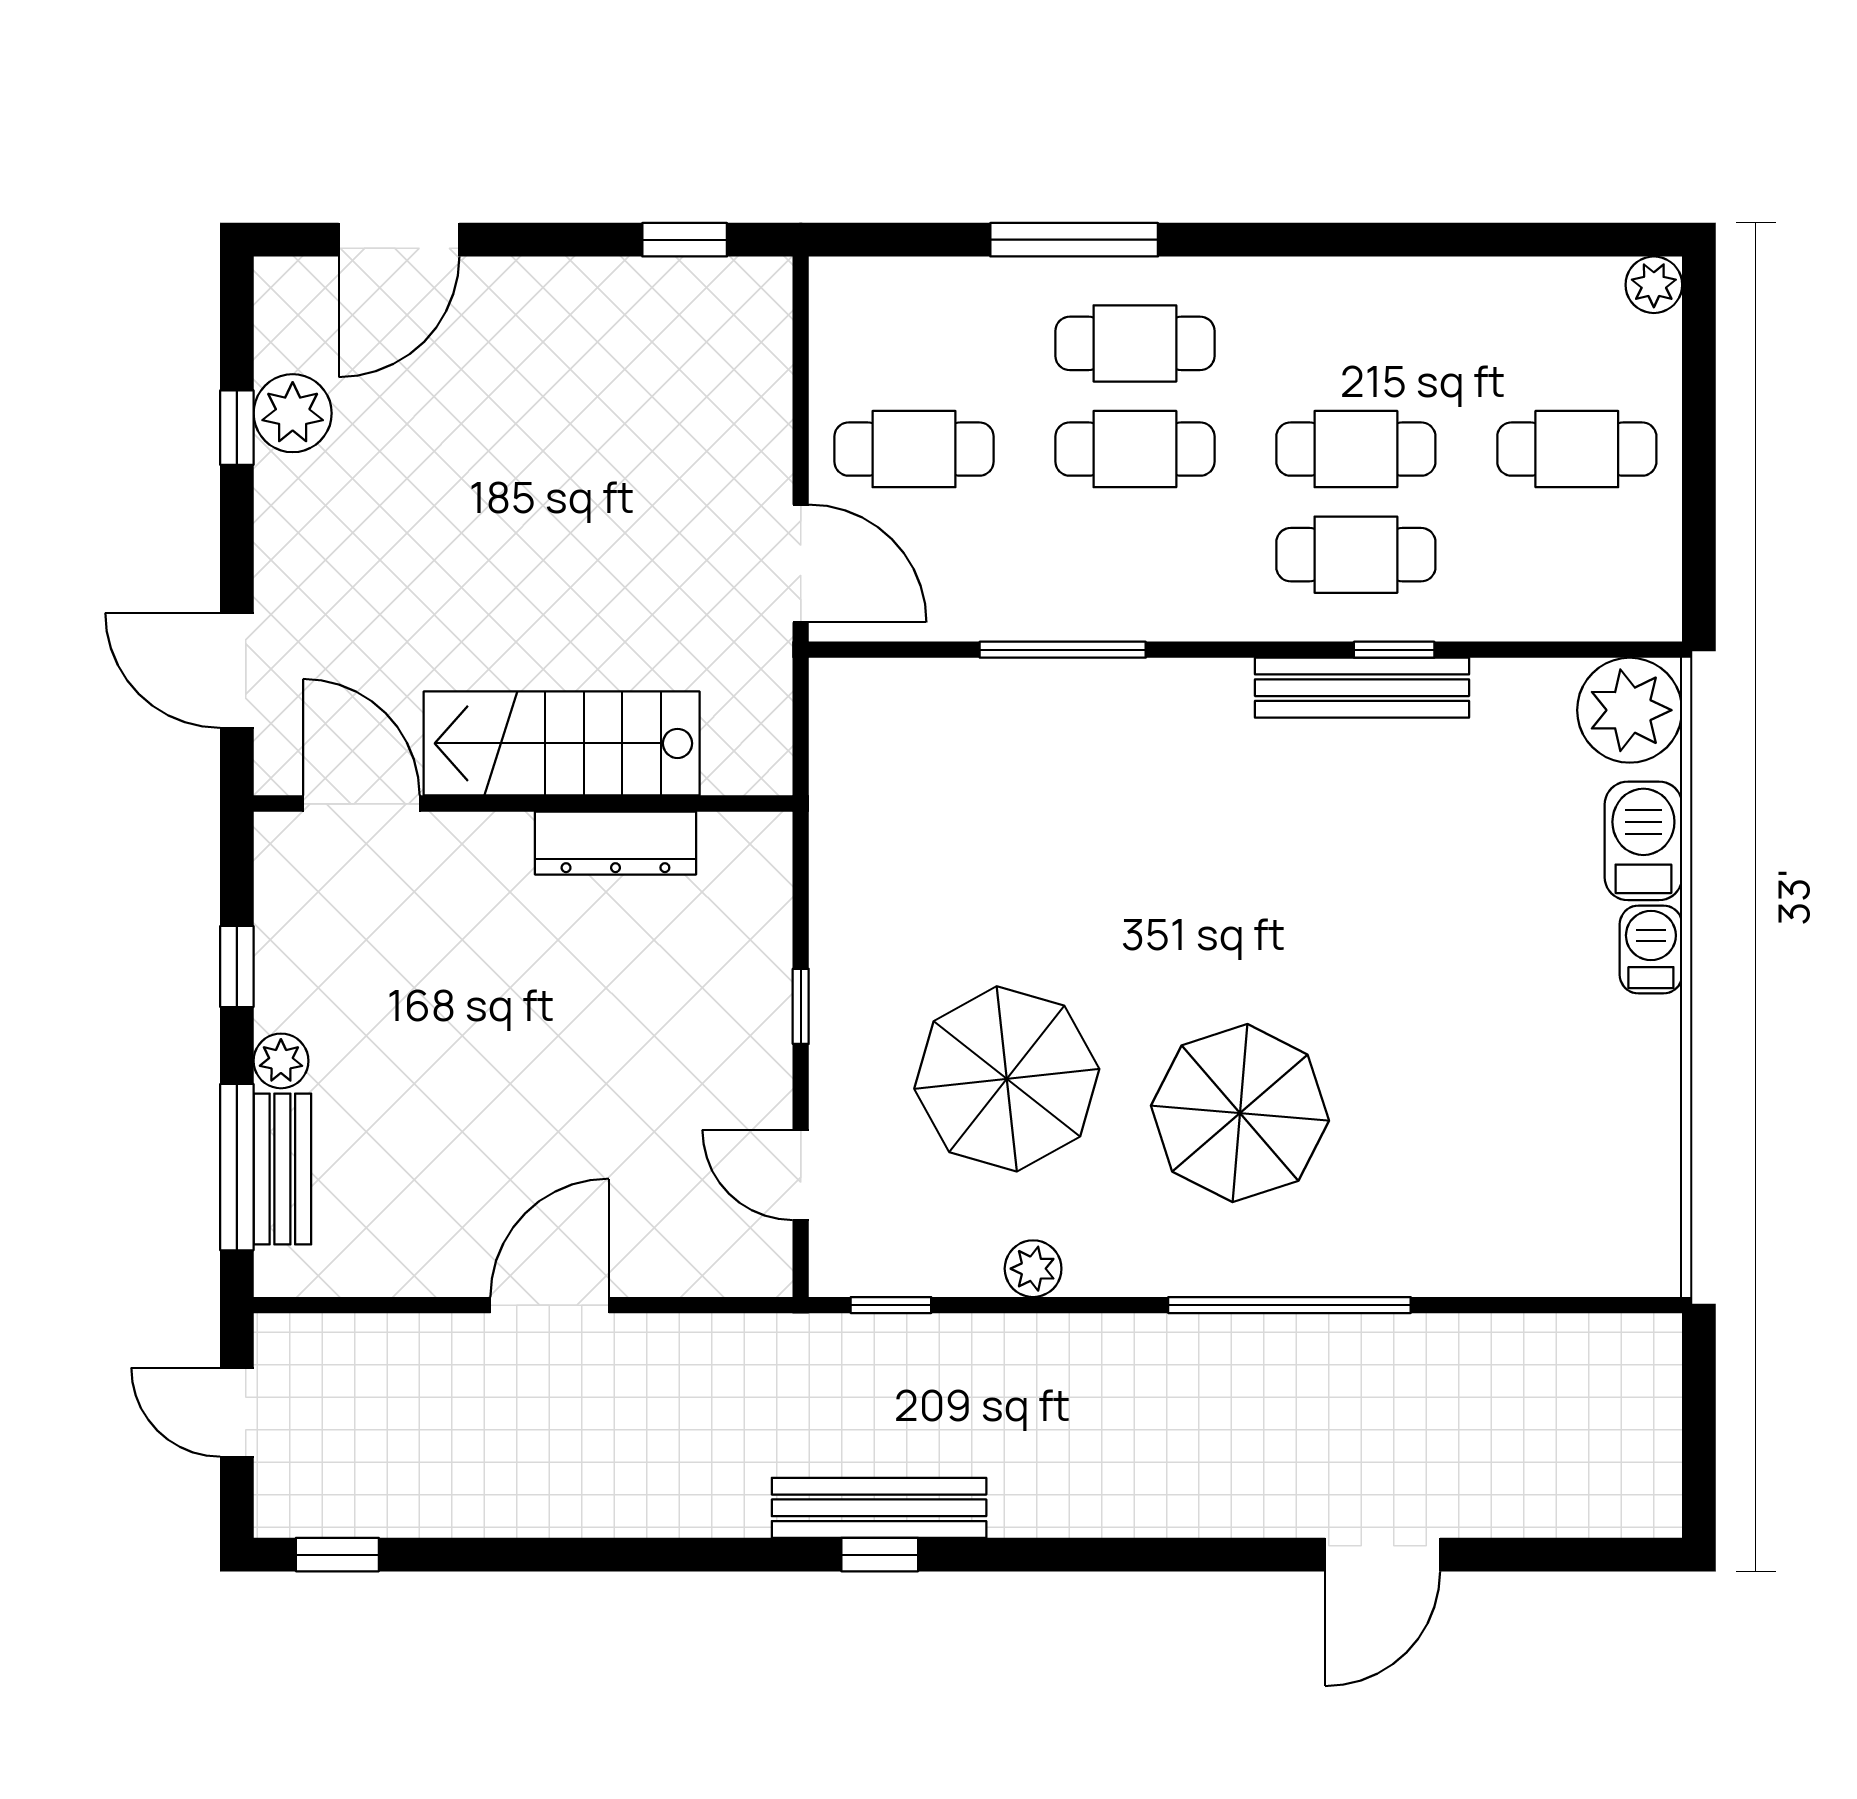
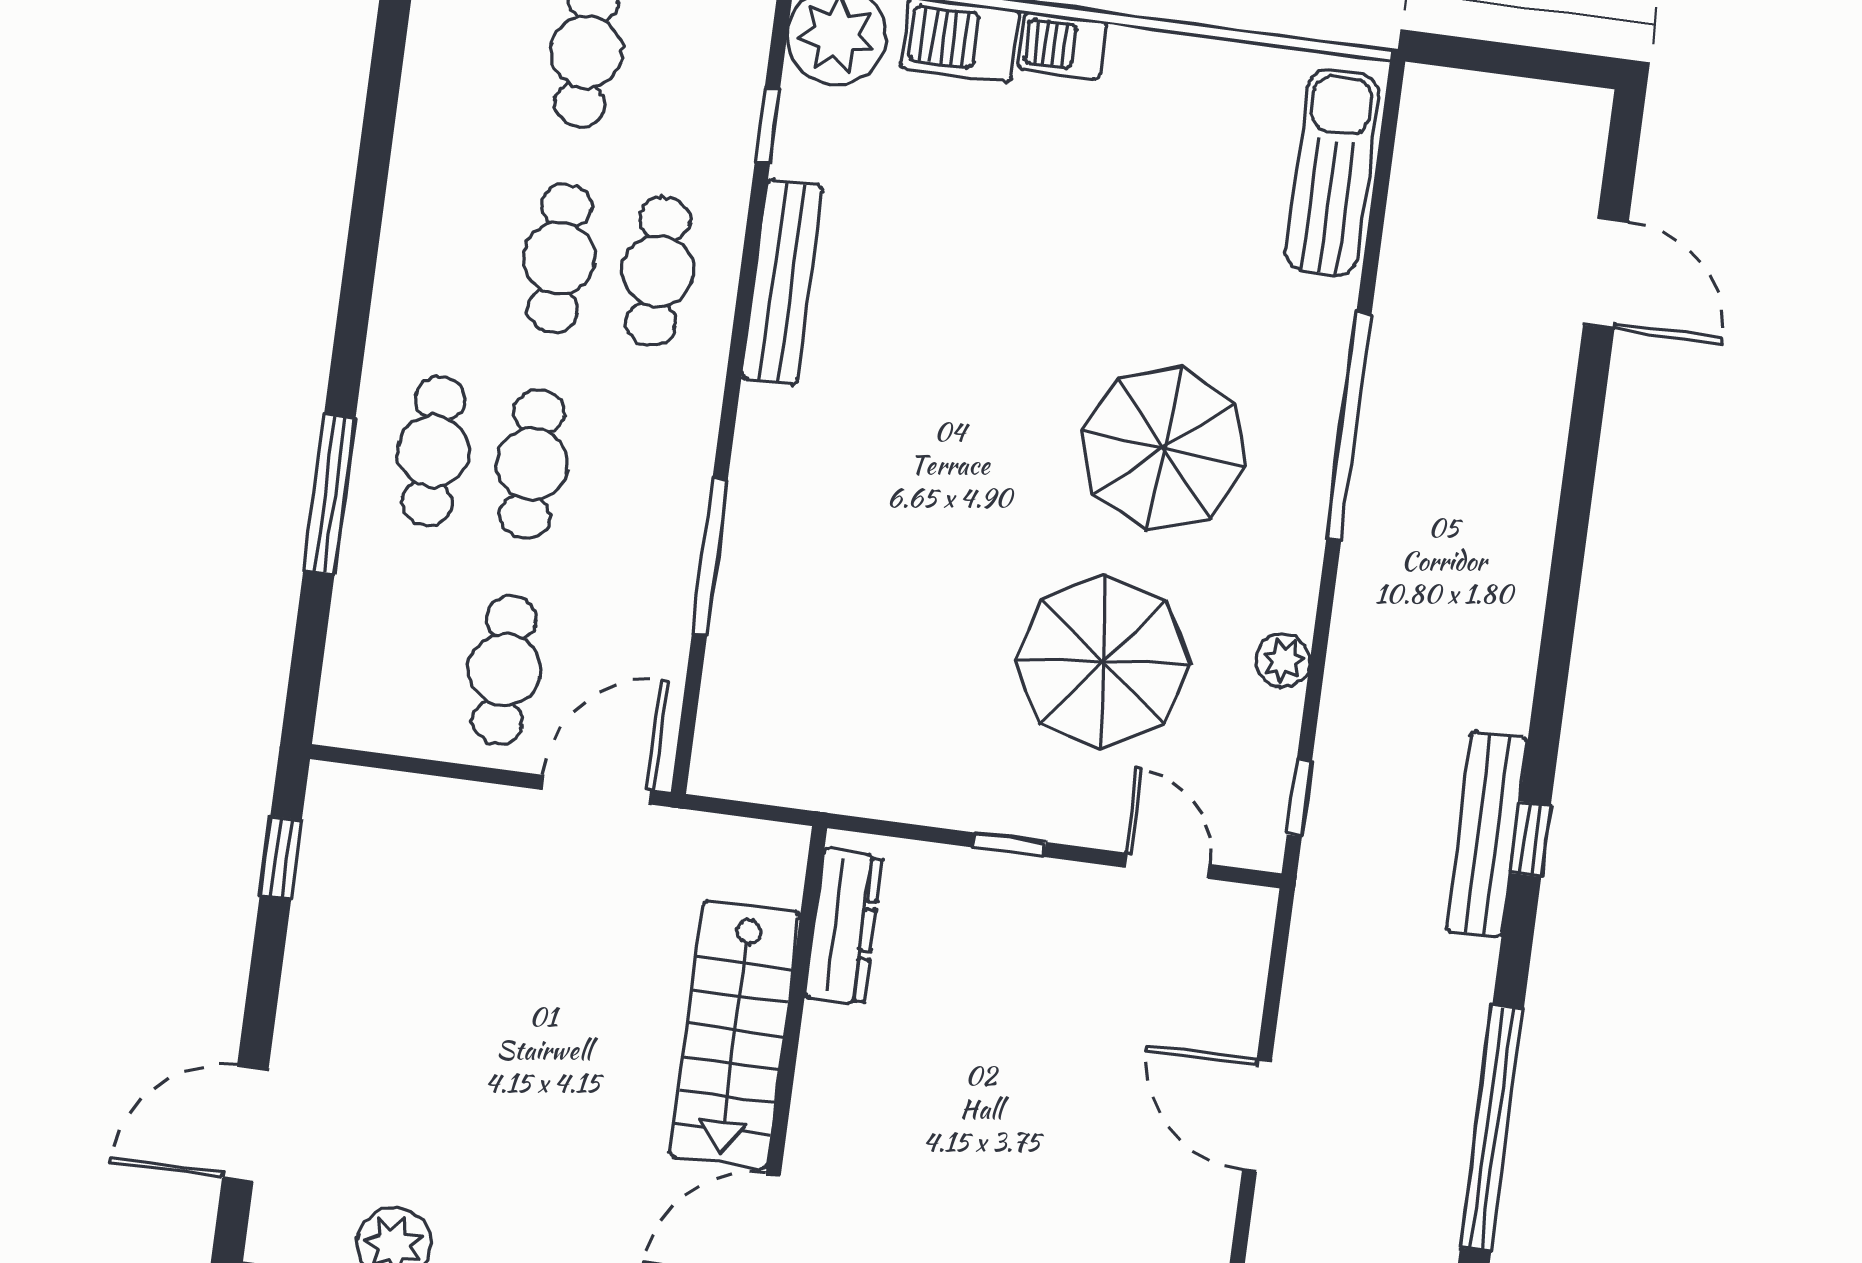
door: (399, 240) -> (245, 1124), swing flipped
window: (1394, 650) -> (767, 126), moved
dresser: (615, 843) -> (844, 927), moved
door: (801, 1175) -> (1167, 866), swing flipped
sun lounger: (1555, 1252) -> (1332, 173), added
window: (570, 1555) -> (1492, 1128), added
door: (1383, 1555) -> (1606, 273), moved

